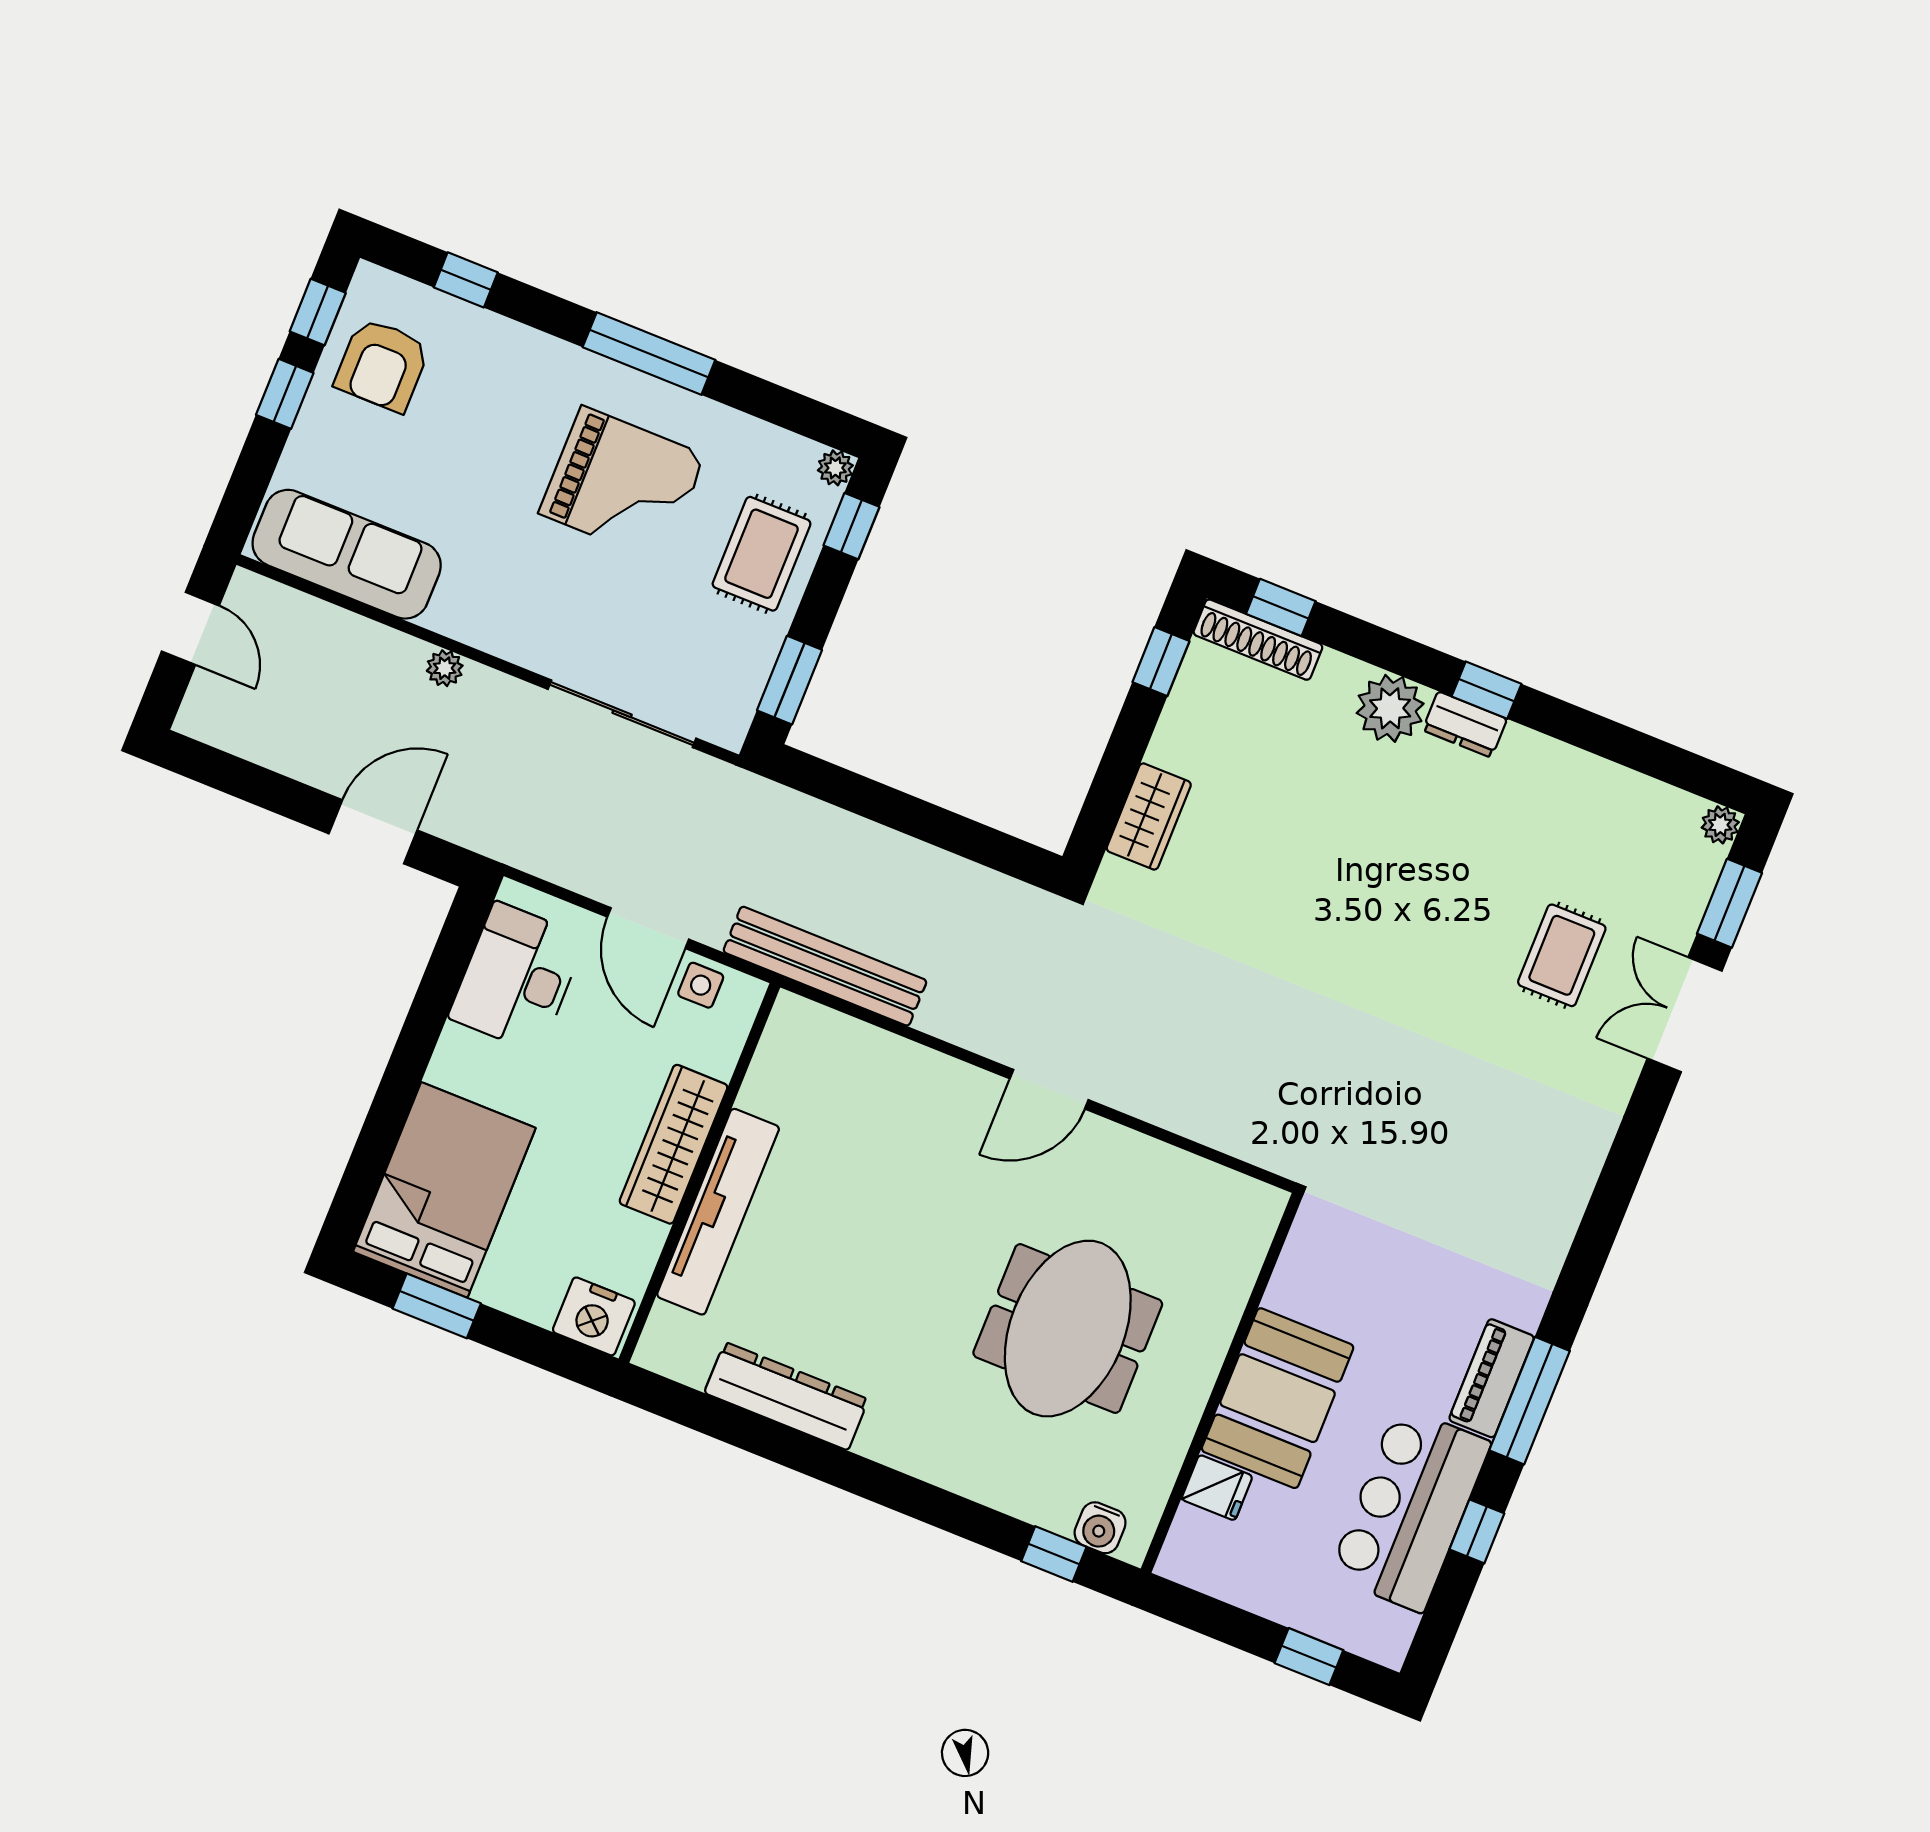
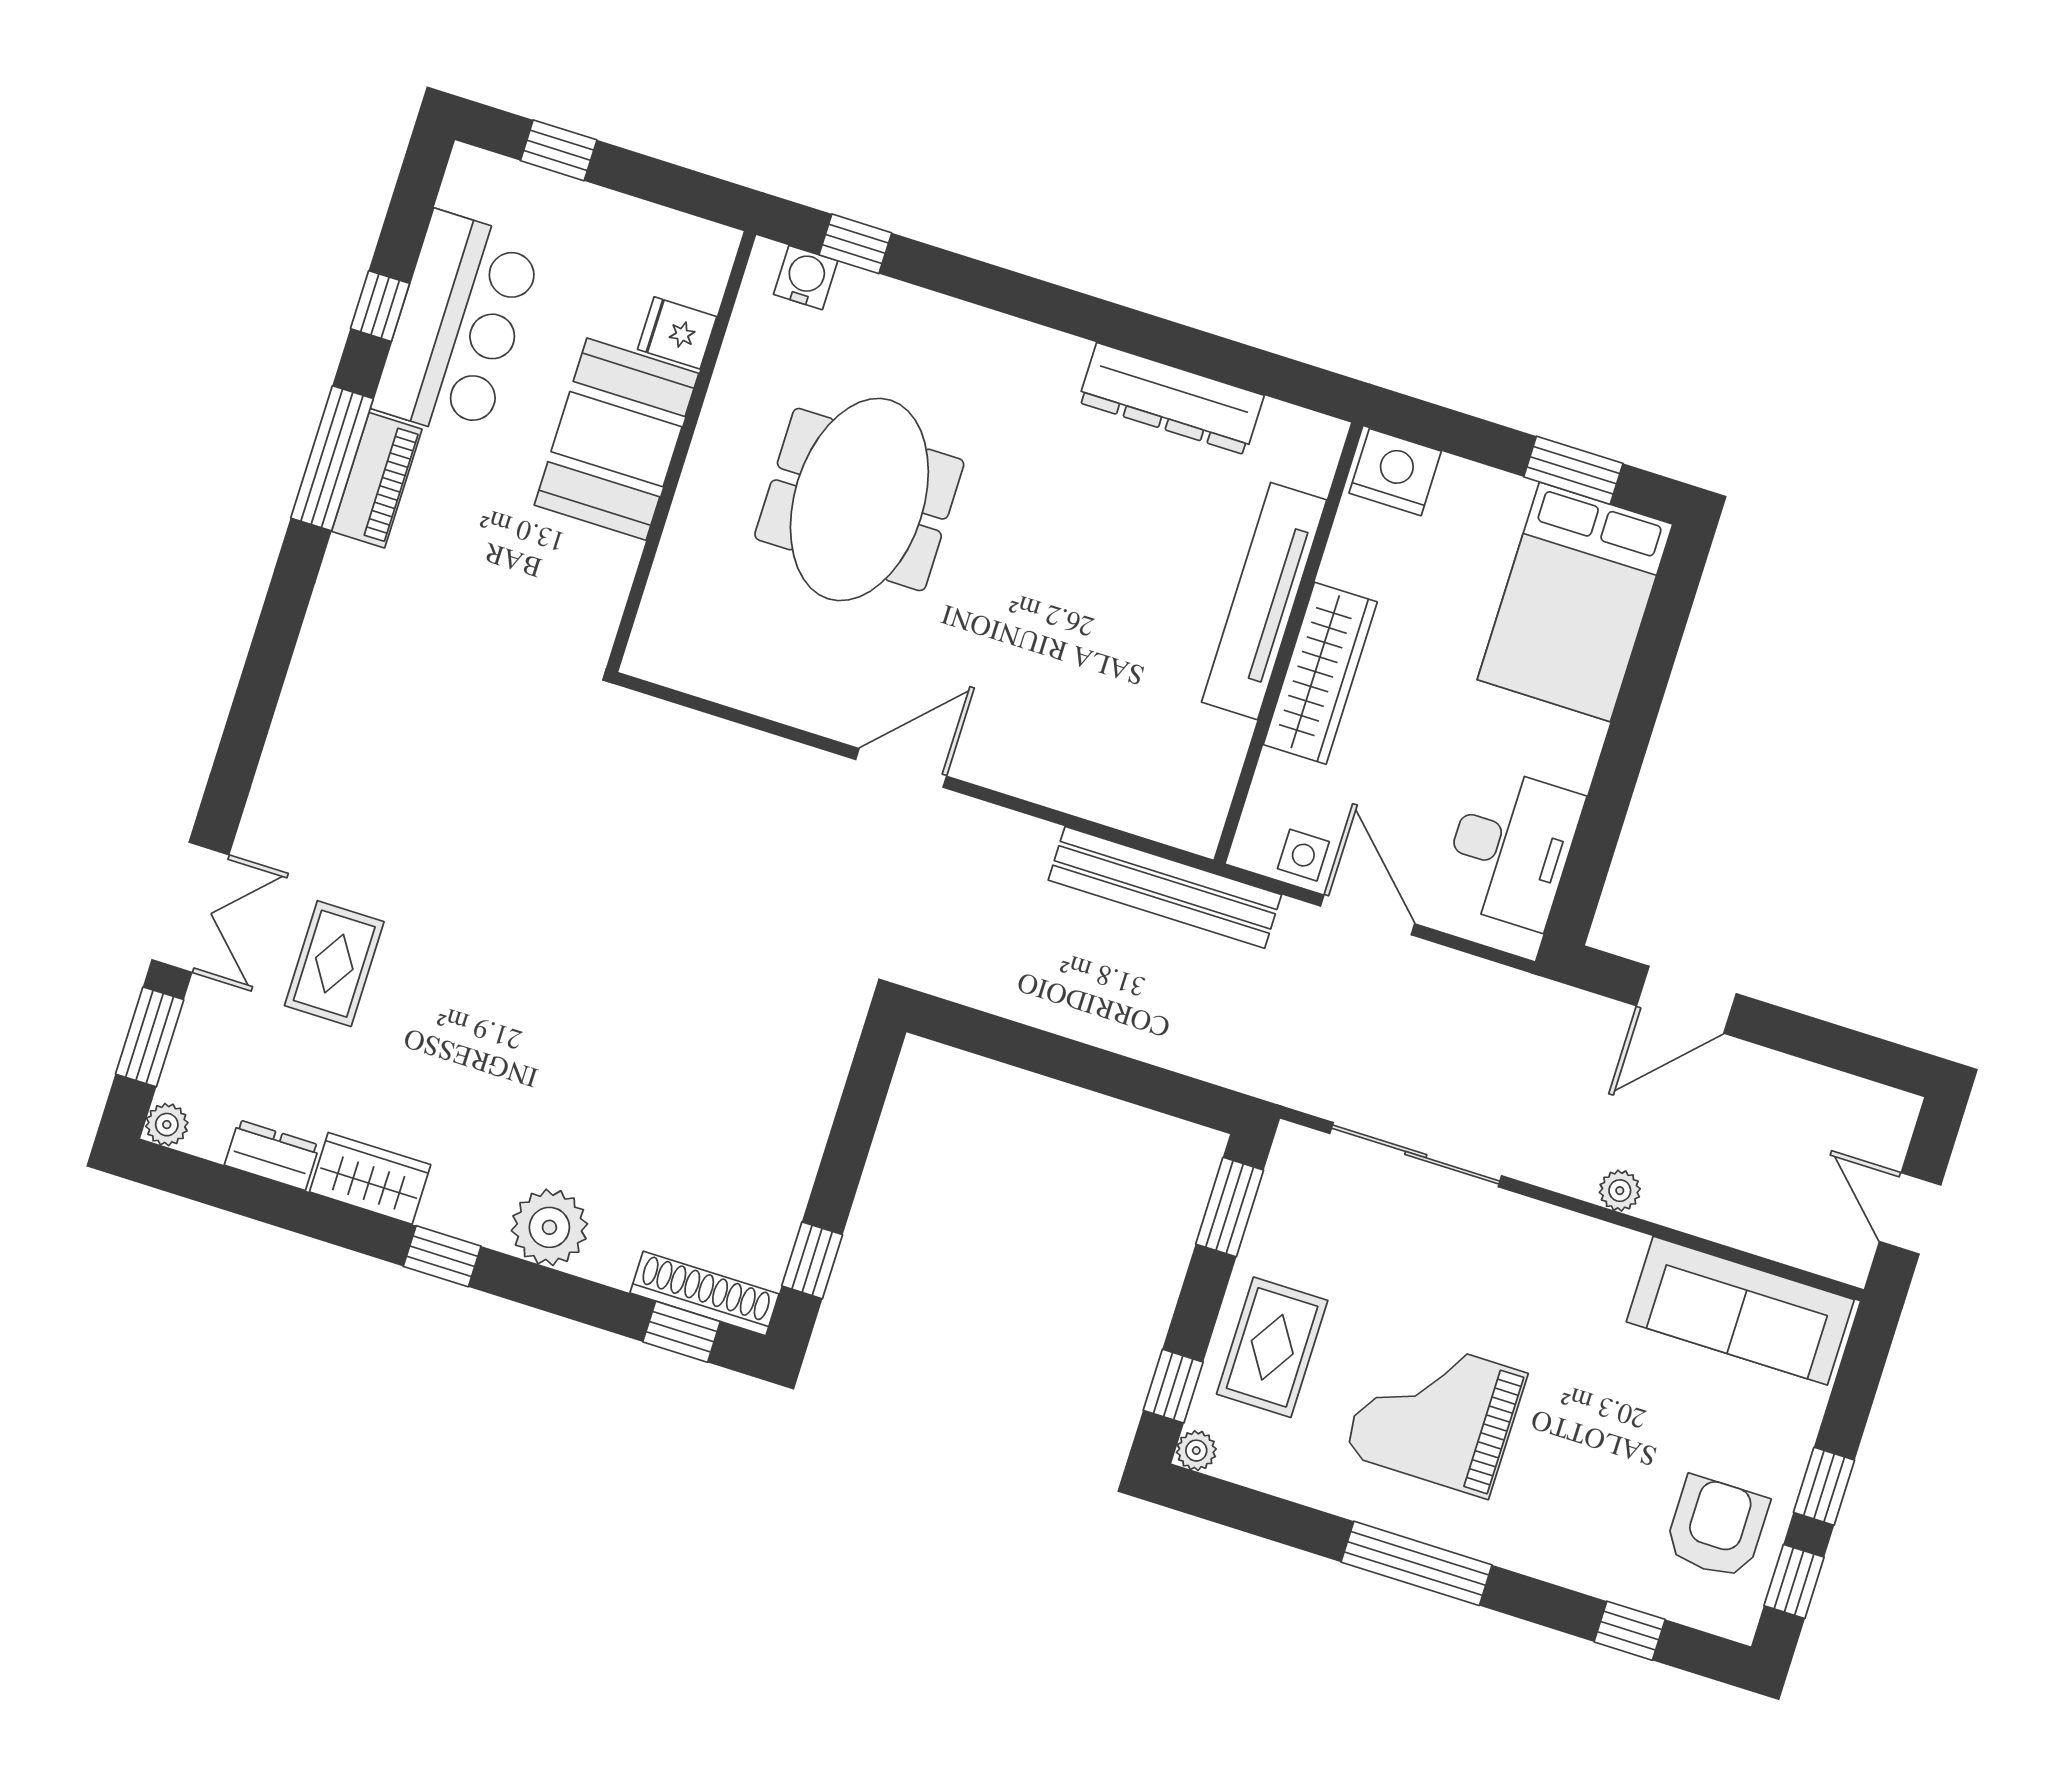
dresser: (1465, 725) -> (272, 1155), moved
wardrobe: (1149, 817) -> (370, 1178), moved, turned 90

